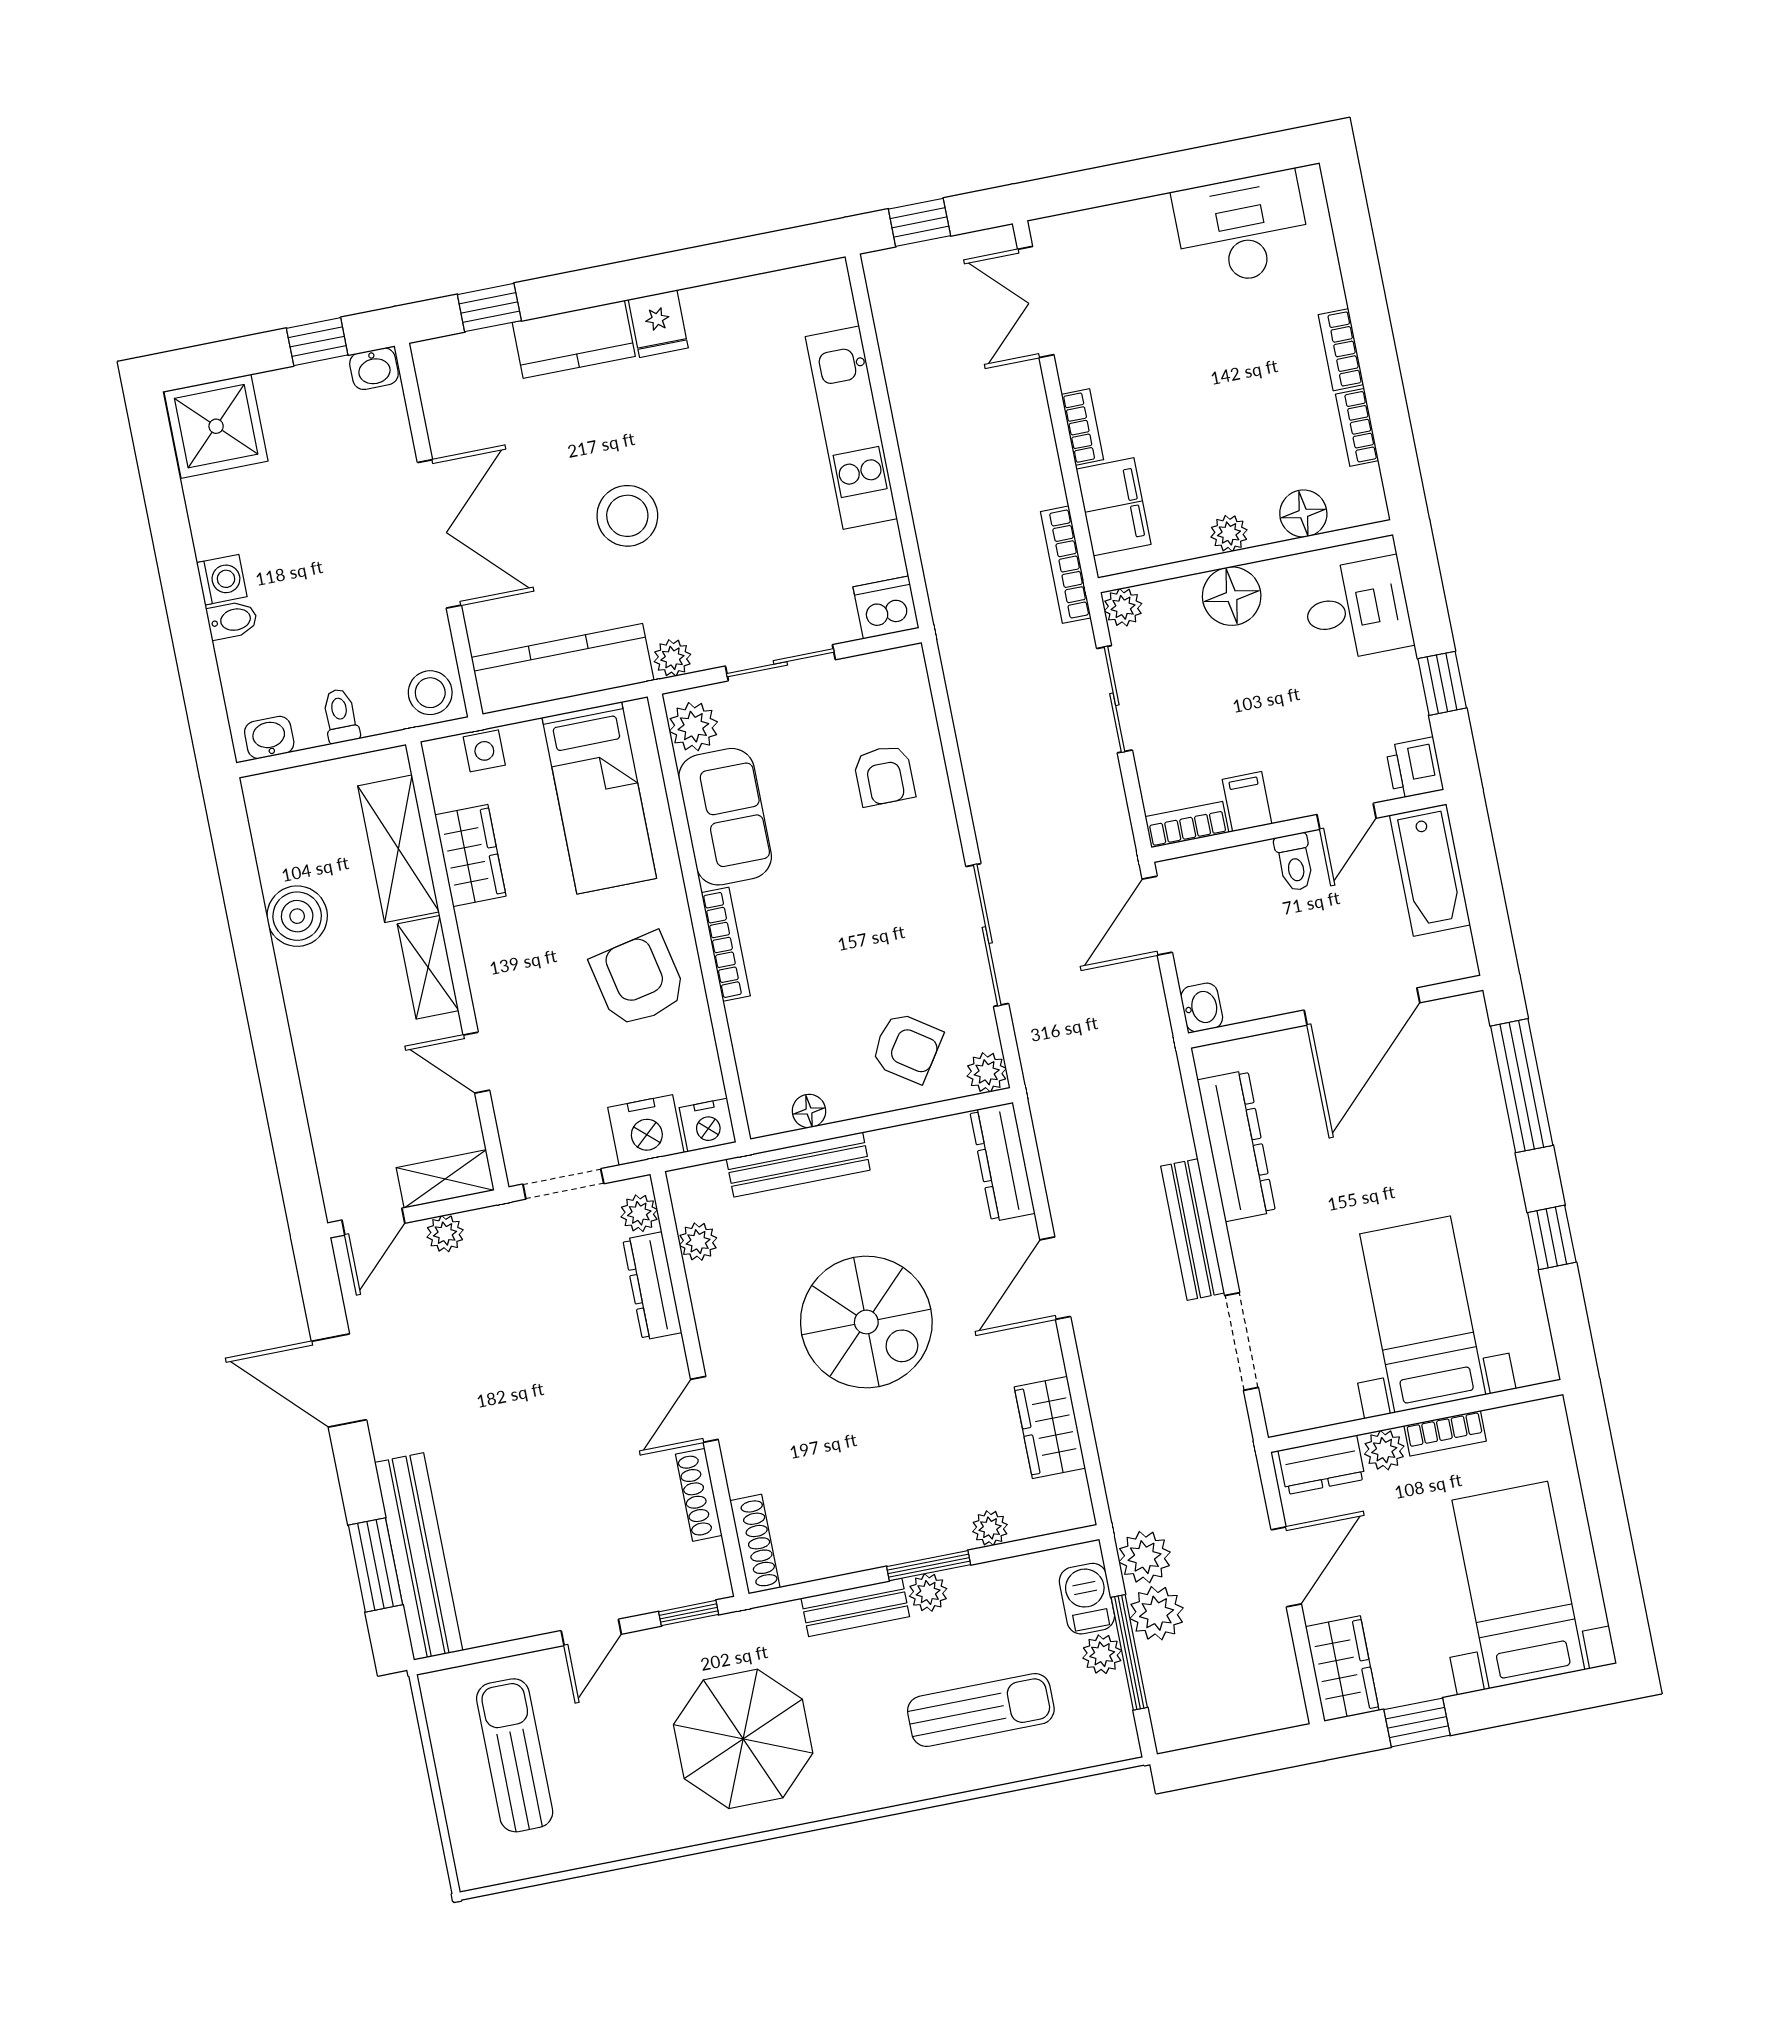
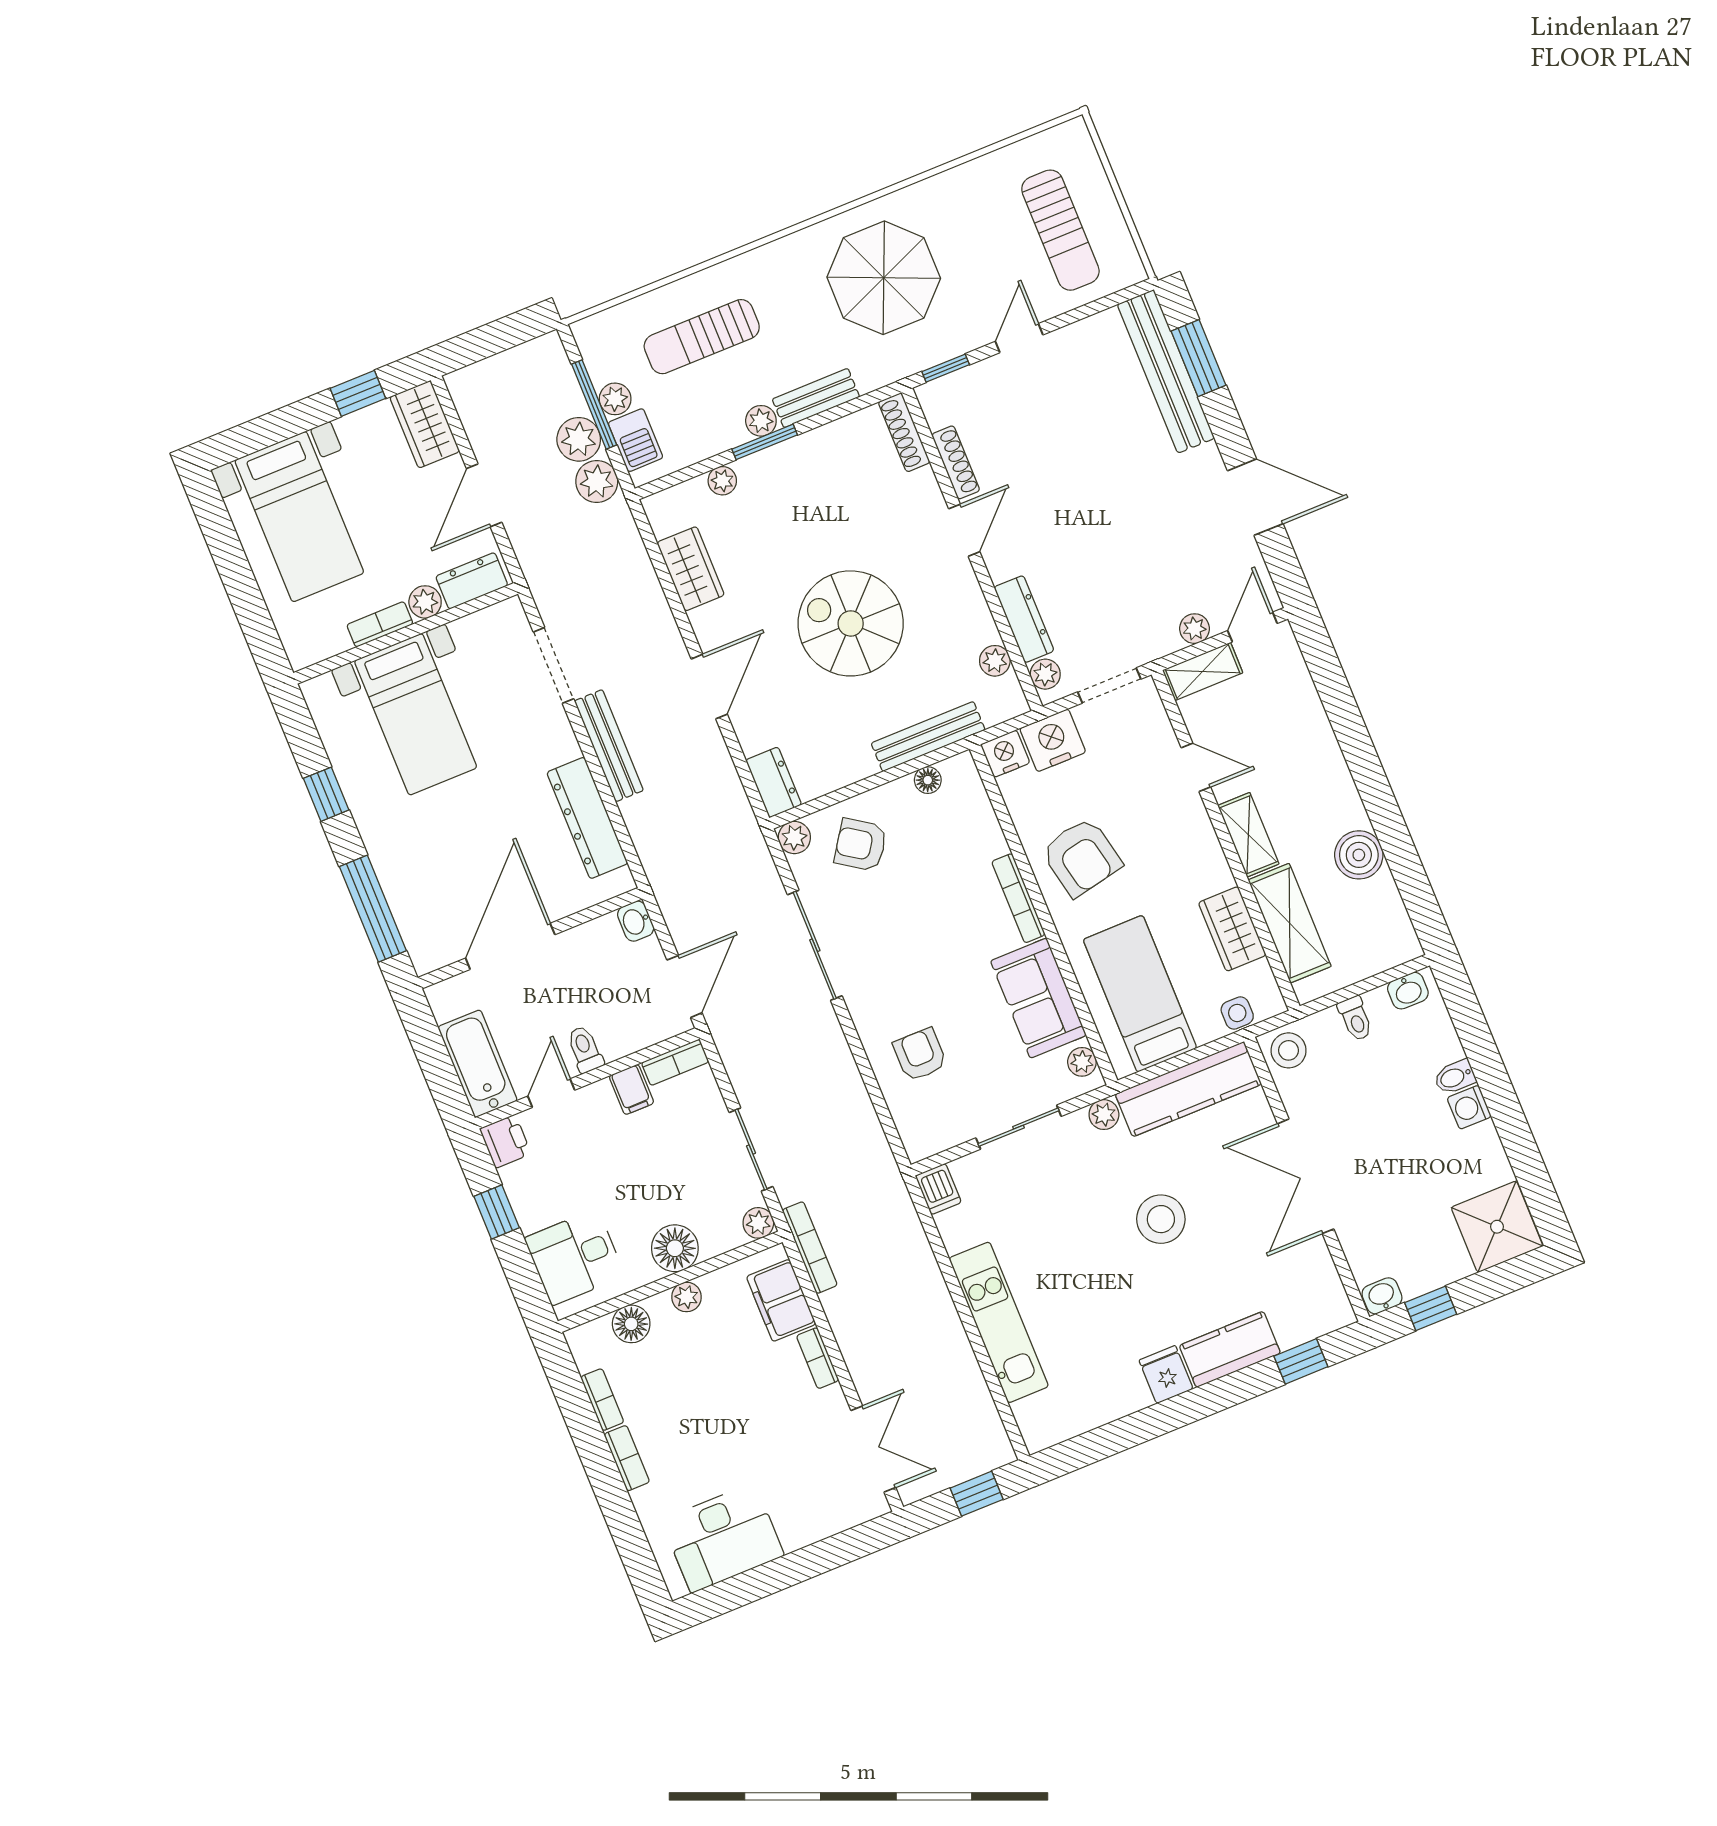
dishwasher: (886, 607) -> (938, 1189), width x0.73
plant: (693, 727) -> (1082, 1062), width x0.73, depth x0.73
dresser: (1002, 1162) -> (774, 782), width x0.70

